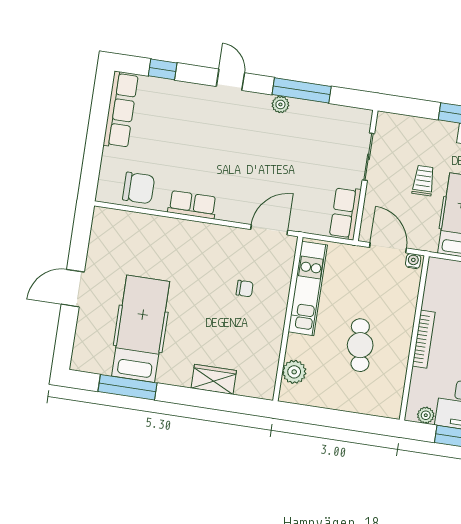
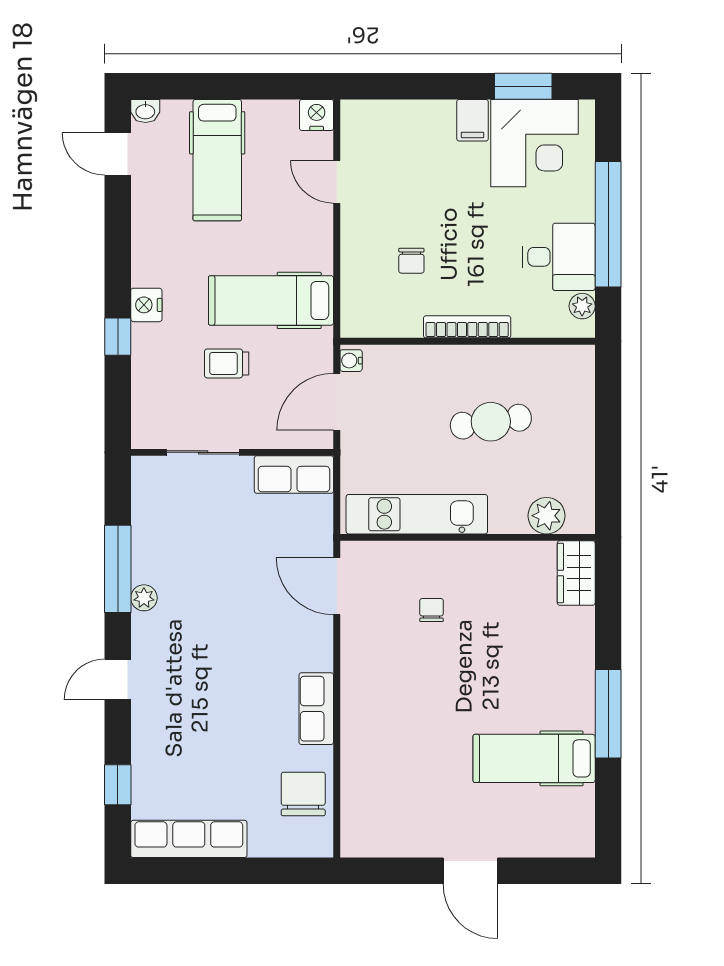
hospital bed: (141, 329) -> (534, 758), width x0.73, depth x0.78
wardrobe: (214, 379) -> (576, 573), moved
window: (128, 387) -> (608, 714), moved

